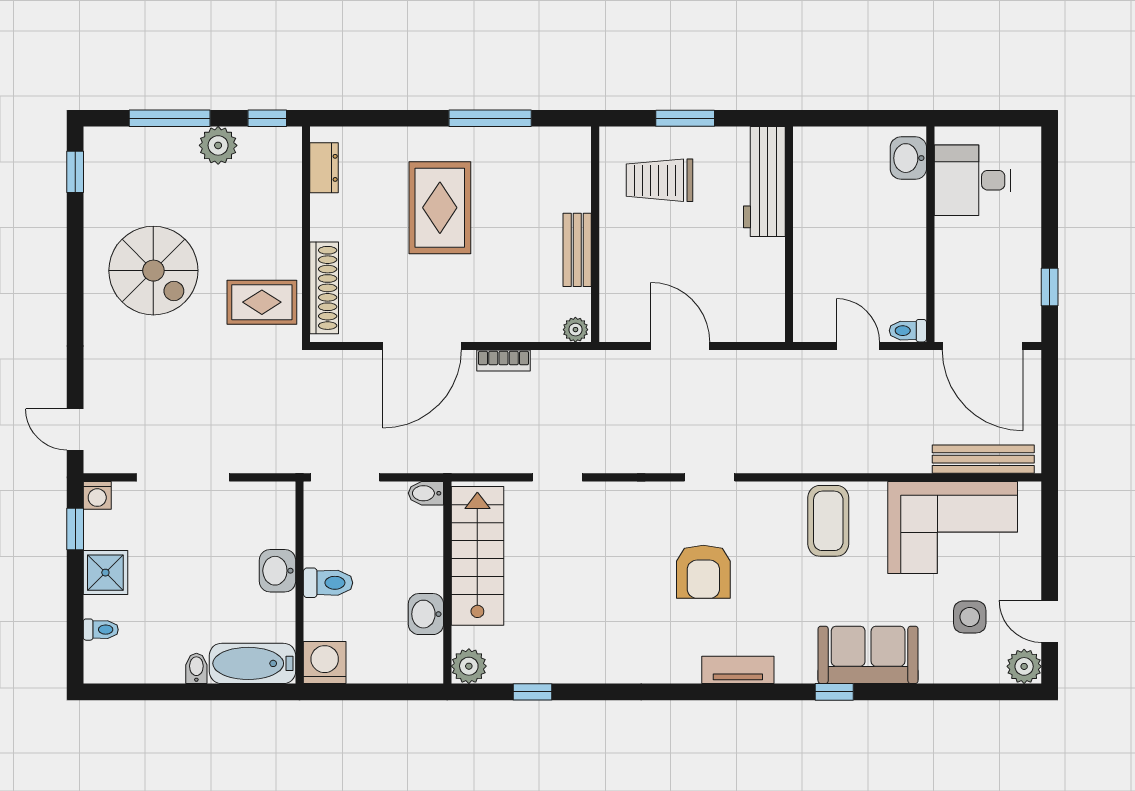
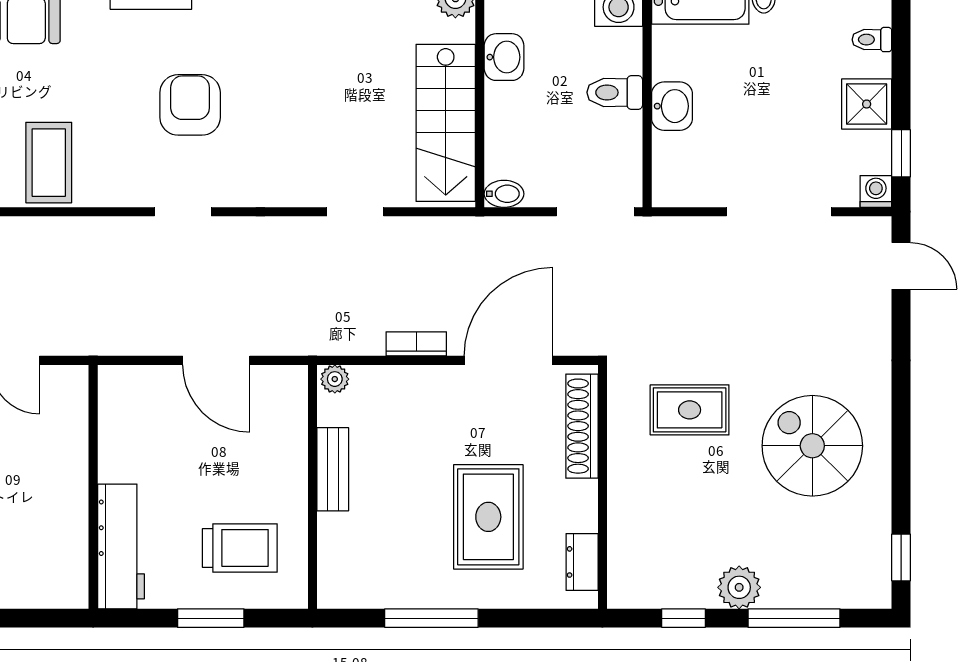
dresser: (324, 168) -> (582, 562), moved
wall: (306, 234) -> (602, 487), moved
shoe rack: (324, 288) -> (582, 426), moved

